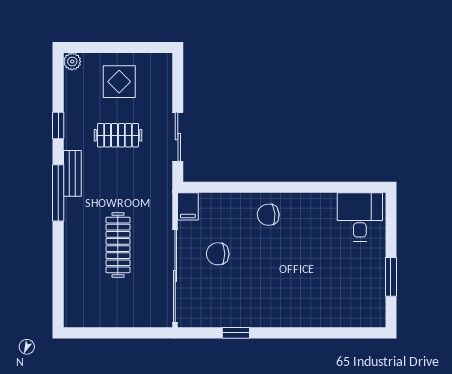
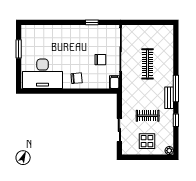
sliding door: (178, 137) -> (119, 130), moved
desk: (360, 217) -> (43, 74), width x1.87, depth x1.30

